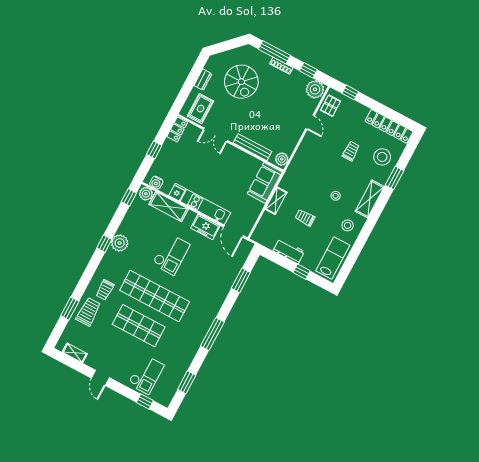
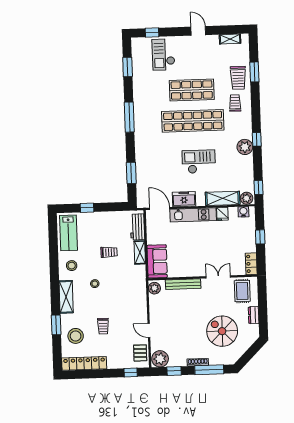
workbench: (289, 251) -> (137, 227), moved, turned 90
checkout: (171, 254) -> (199, 162), turned 90

